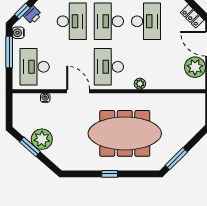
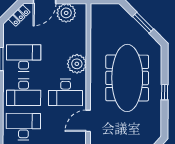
plant: (140, 84) -> (77, 64), width x1.87, depth x1.87
window: (176, 159) -> (143, 23), moved

